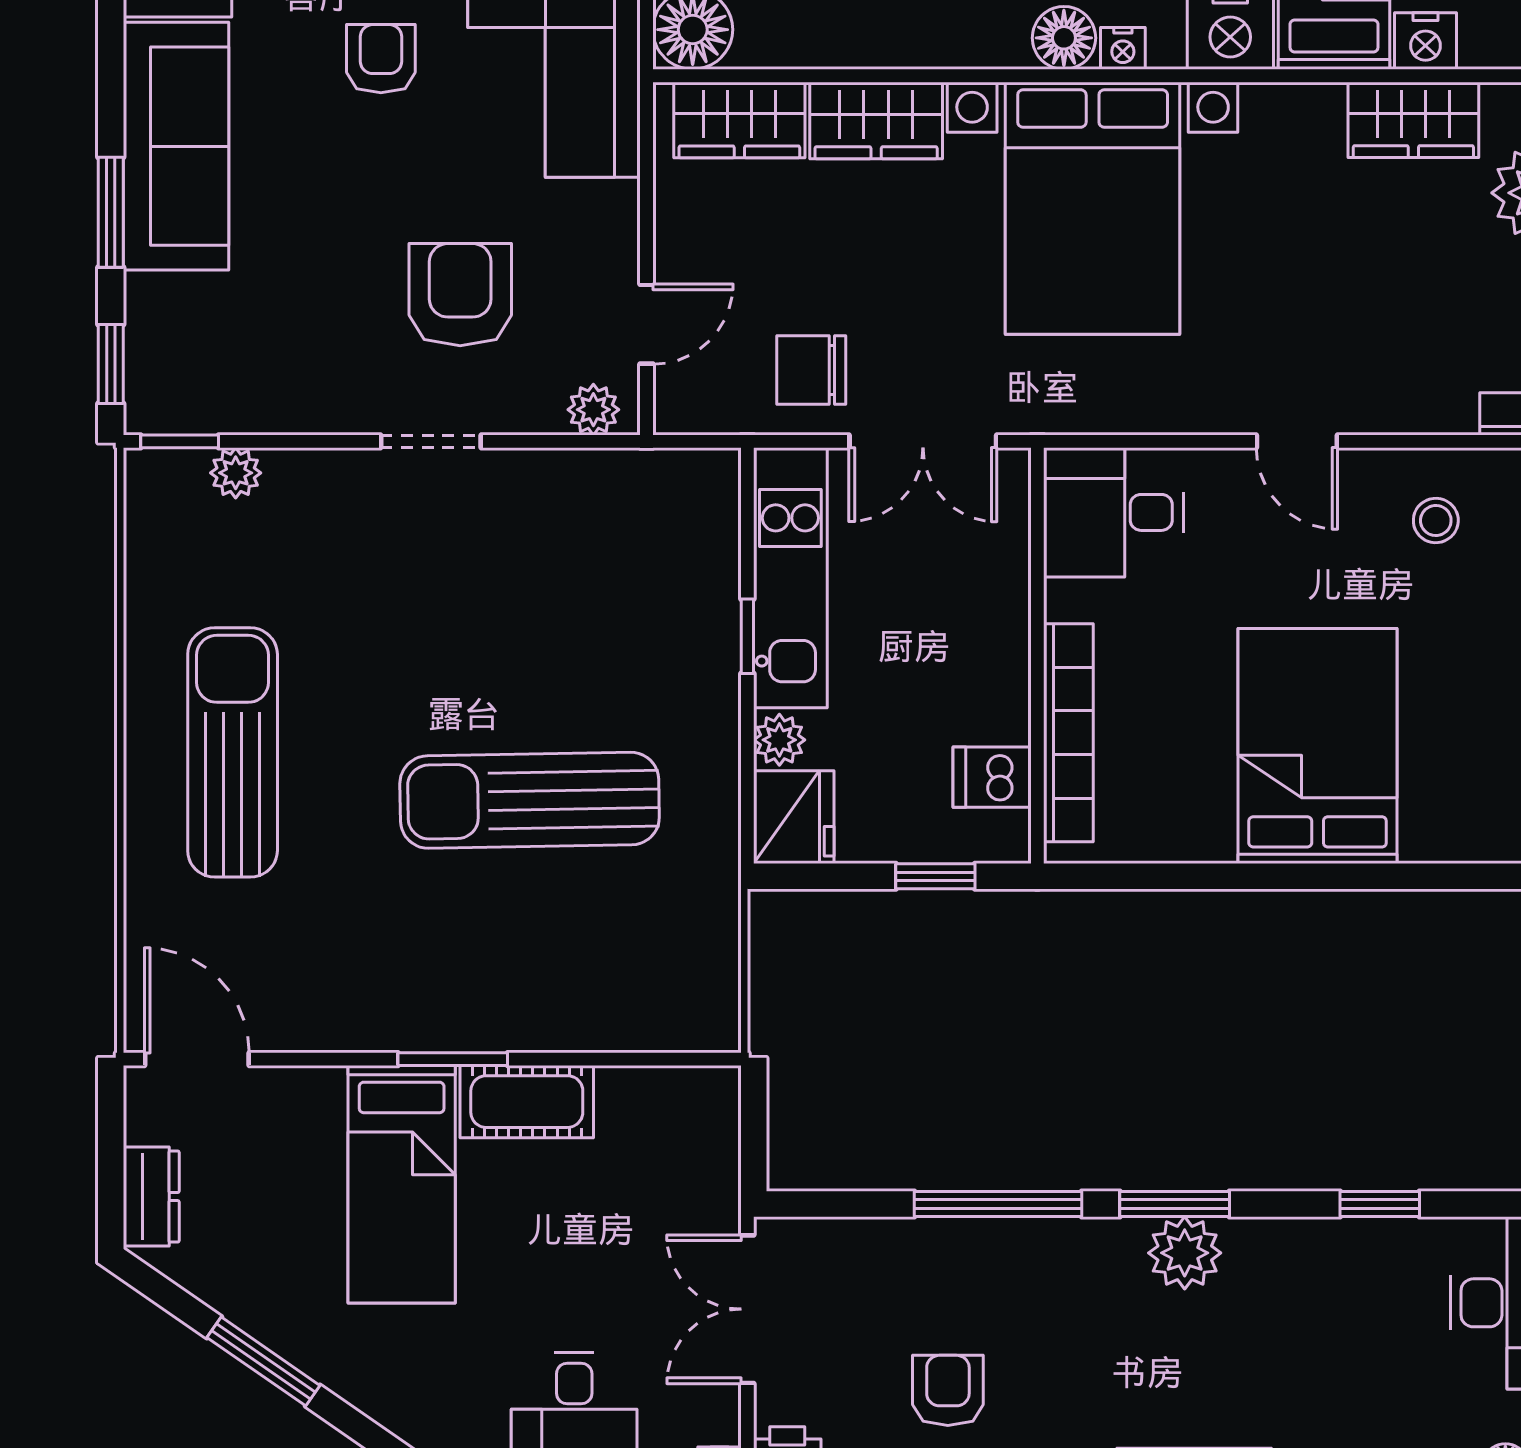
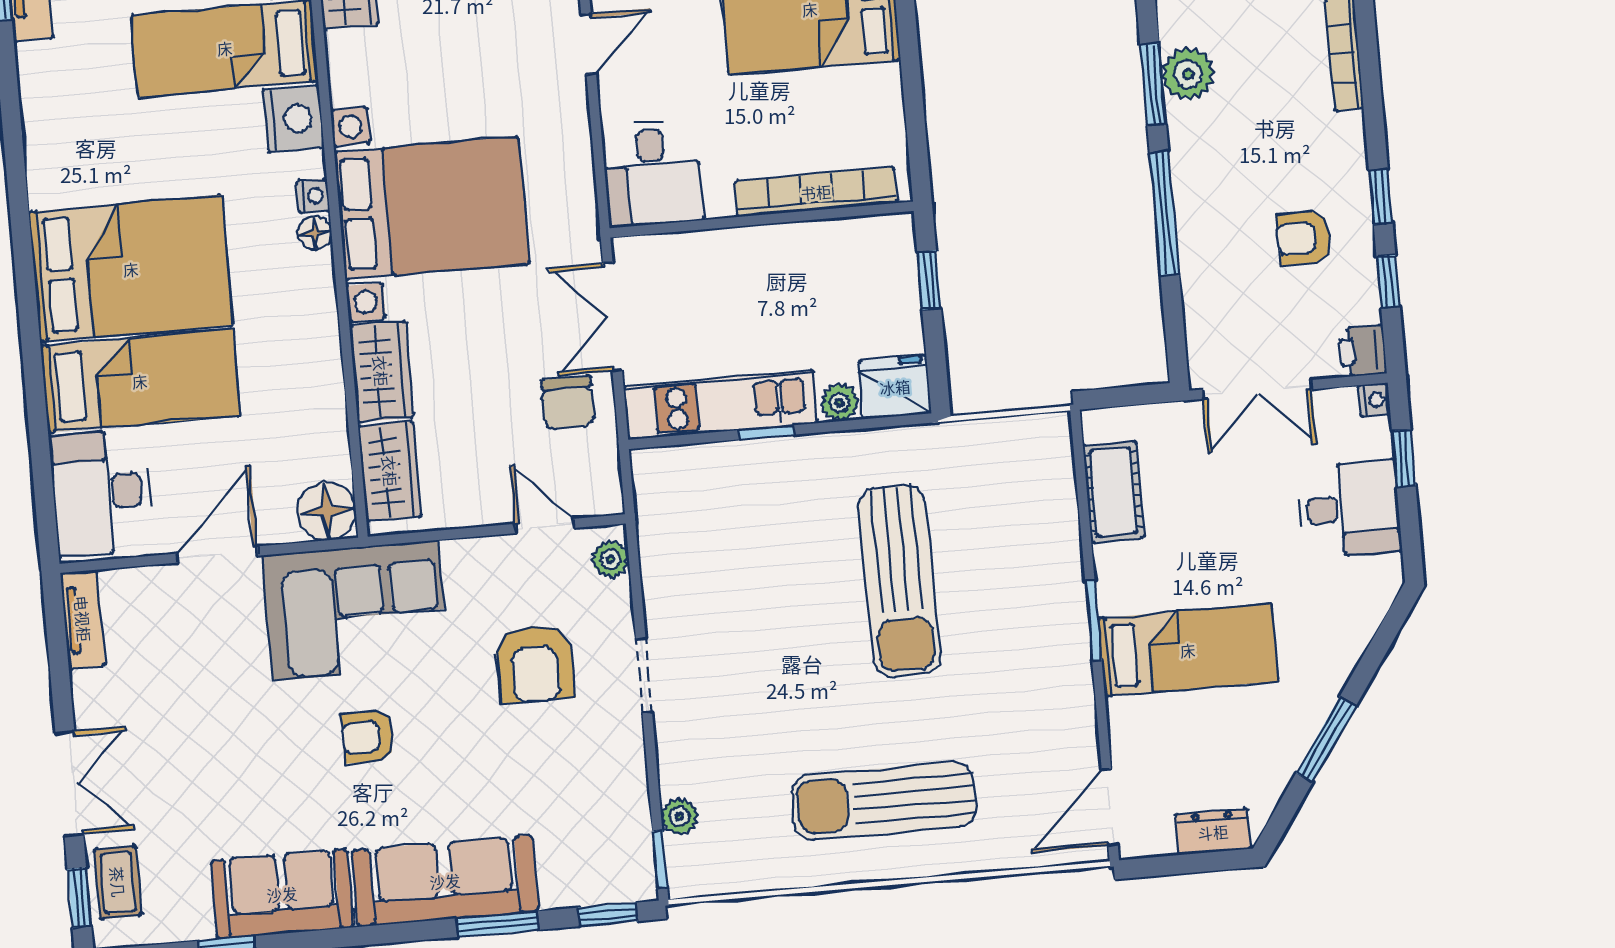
floor lamp: (1064, 38) -> (315, 233), width x0.73, depth x0.73
armchair: (460, 295) -> (535, 664), turned -90
double door: (923, 441) -> (613, 317), swing flipped
dishwasher: (992, 777) -> (853, 245), removed
cot: (527, 1102) -> (1113, 492), moved

